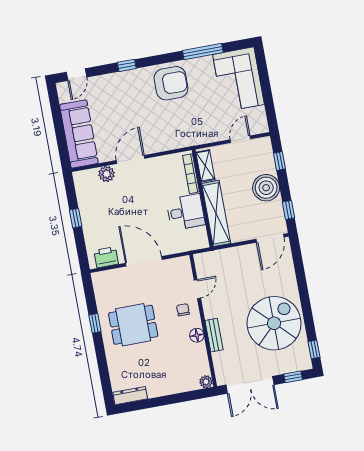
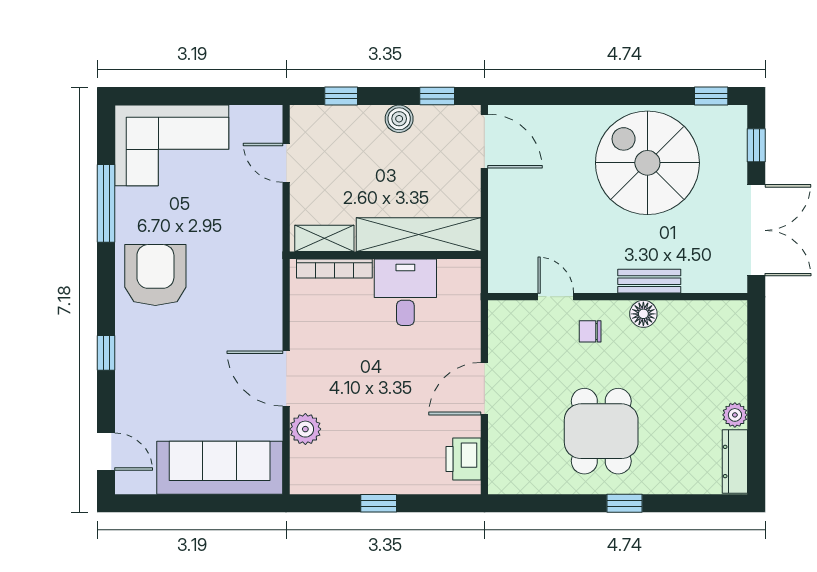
boiler: (266, 188) -> (399, 119), width x0.54, depth x0.54
door: (144, 261) -> (484, 389), width x0.73
window: (95, 323) -> (625, 503), moved
plant: (206, 382) -> (735, 415), moved

